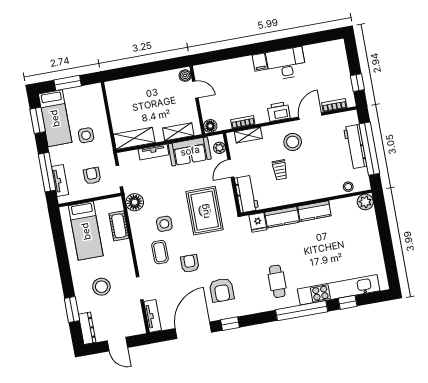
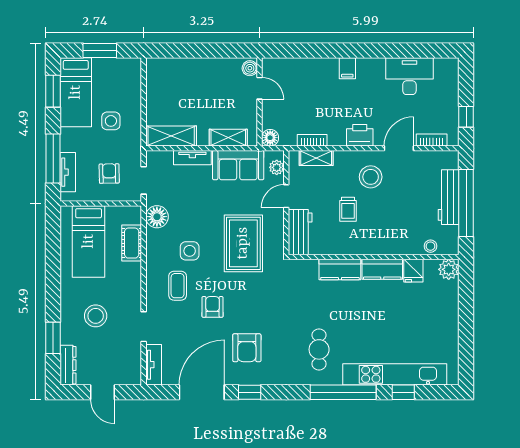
desk: (286, 64) -> (409, 76), moved
fridge: (258, 222) -> (413, 271), moved

